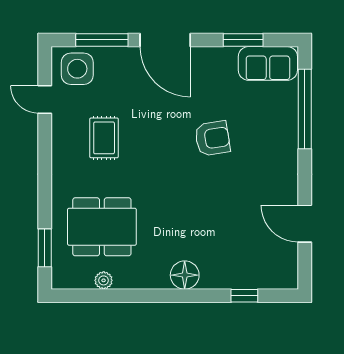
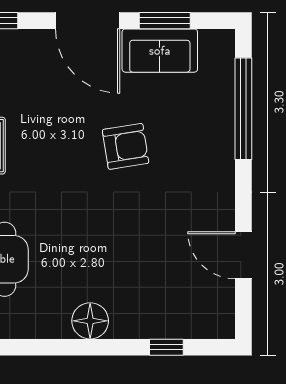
door: (165, 40) -> (88, 21), moved
sofa: (268, 63) -> (160, 51), moved

